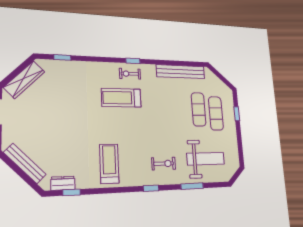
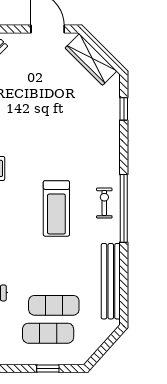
window: (133, 61) -> (124, 208), width x3.17
treadmill: (121, 98) -> (56, 208), moved, turned 180

